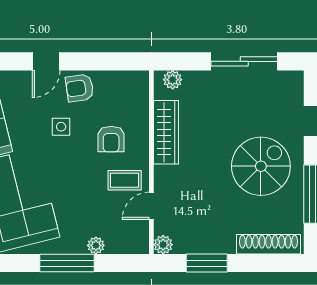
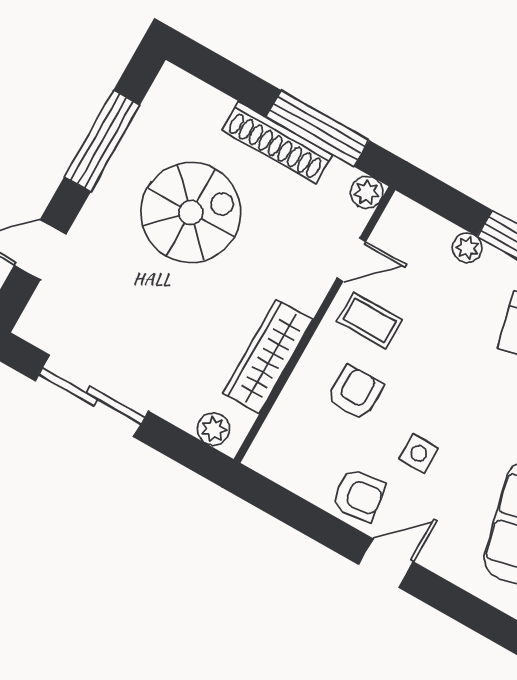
spiral stairs: (261, 166) -> (191, 213), moved, turned 180
shoe rack: (269, 244) -> (277, 142), moved
window: (207, 263) -> (317, 128), width x1.44

